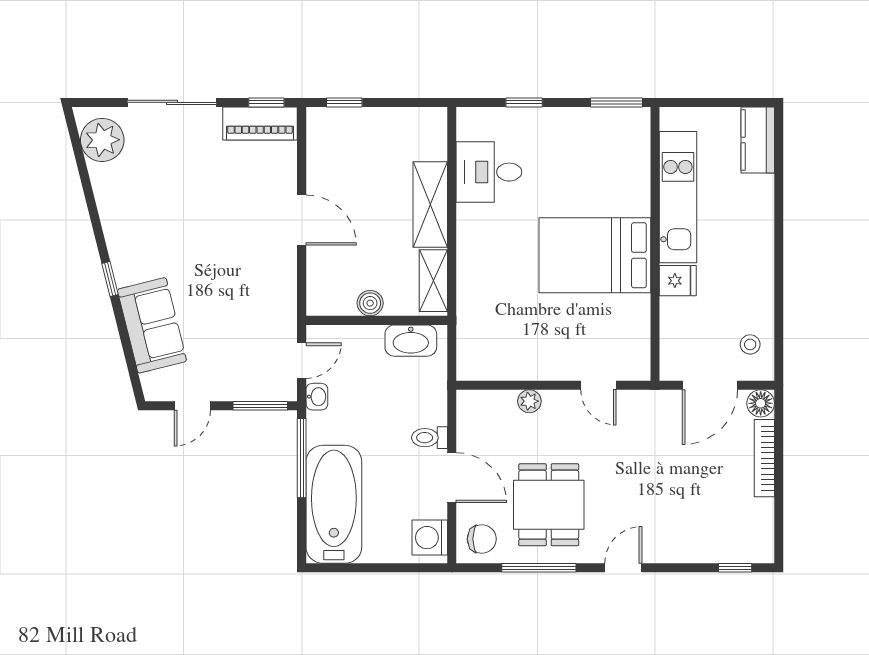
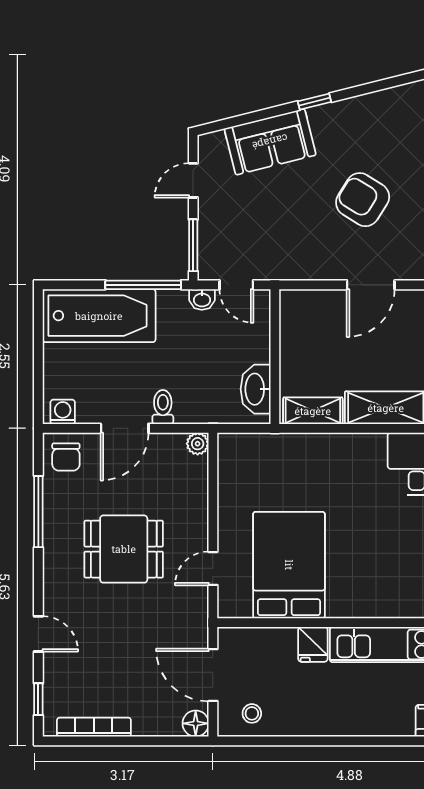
armchair: (212, 229) -> (363, 200), added
bed: (595, 255) -> (289, 565), moved
boiler: (370, 303) -> (291, 350), removed
plant: (529, 401) -> (198, 444), moved
door: (192, 406) -> (193, 180), hinge flipped
bookcase: (764, 458) -> (94, 727), moved
dining table: (549, 505) -> (124, 549), moved
washing machine: (430, 538) -> (63, 412), width x0.73, depth x0.73
door: (623, 568) -> (38, 634), moved

